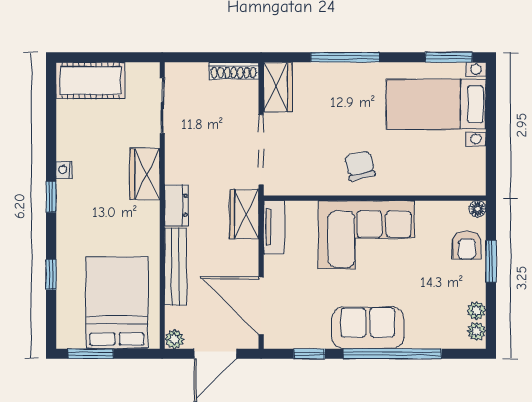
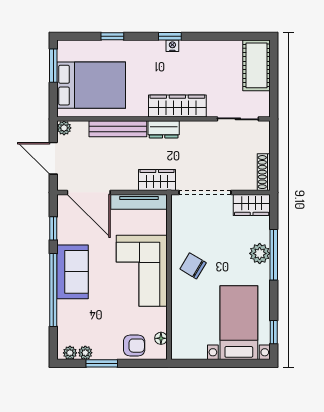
window: (449, 57) -> (274, 332), width x0.67
plant: (343, 76) -> (260, 253), added
chair: (360, 166) -> (193, 266), turned -136
nightstand: (64, 170) -> (172, 46), moved
wardrobe: (145, 174) -> (177, 106), width x1.50
floor lamp: (478, 209) -> (161, 338), moved
tv unit: (274, 227) -> (139, 202), width x1.41
armchair: (467, 245) -> (134, 346), turned 180
window: (491, 261) -> (102, 363), moved
door: (261, 306) -> (89, 192), swing flipped

